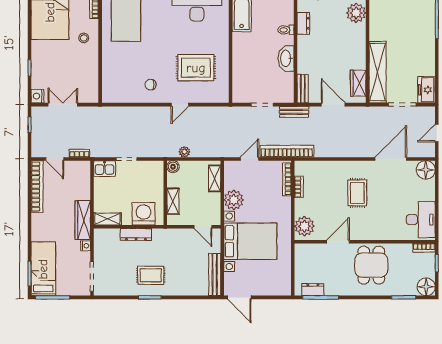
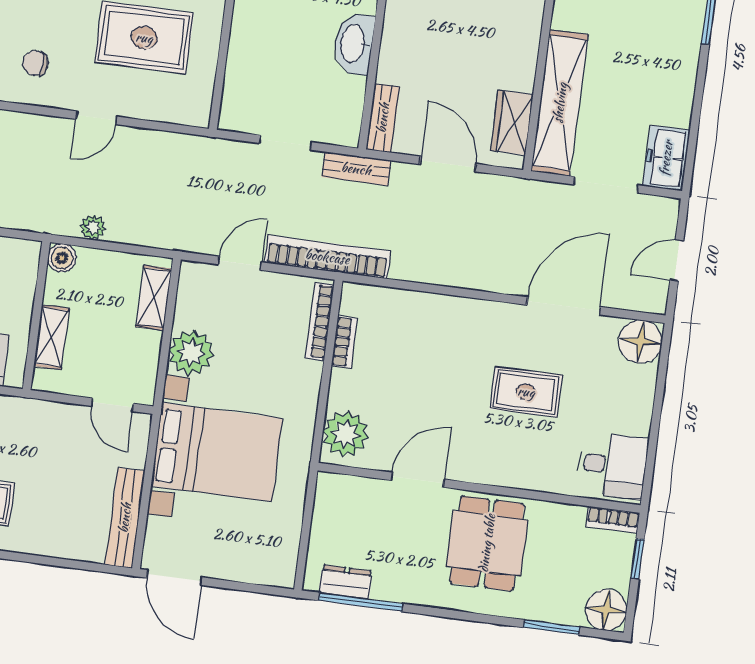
rug: (357, 193) -> (526, 392), moved, turned 90
desk: (421, 220) -> (613, 465), width x0.73

